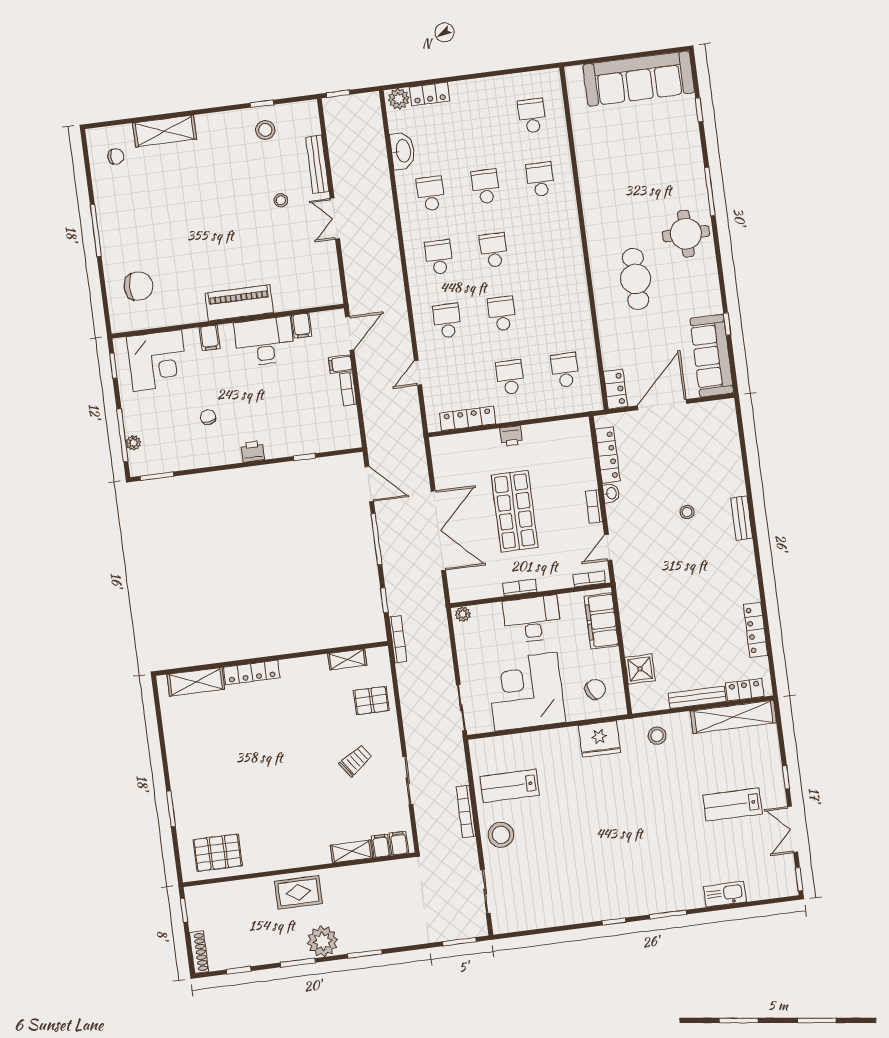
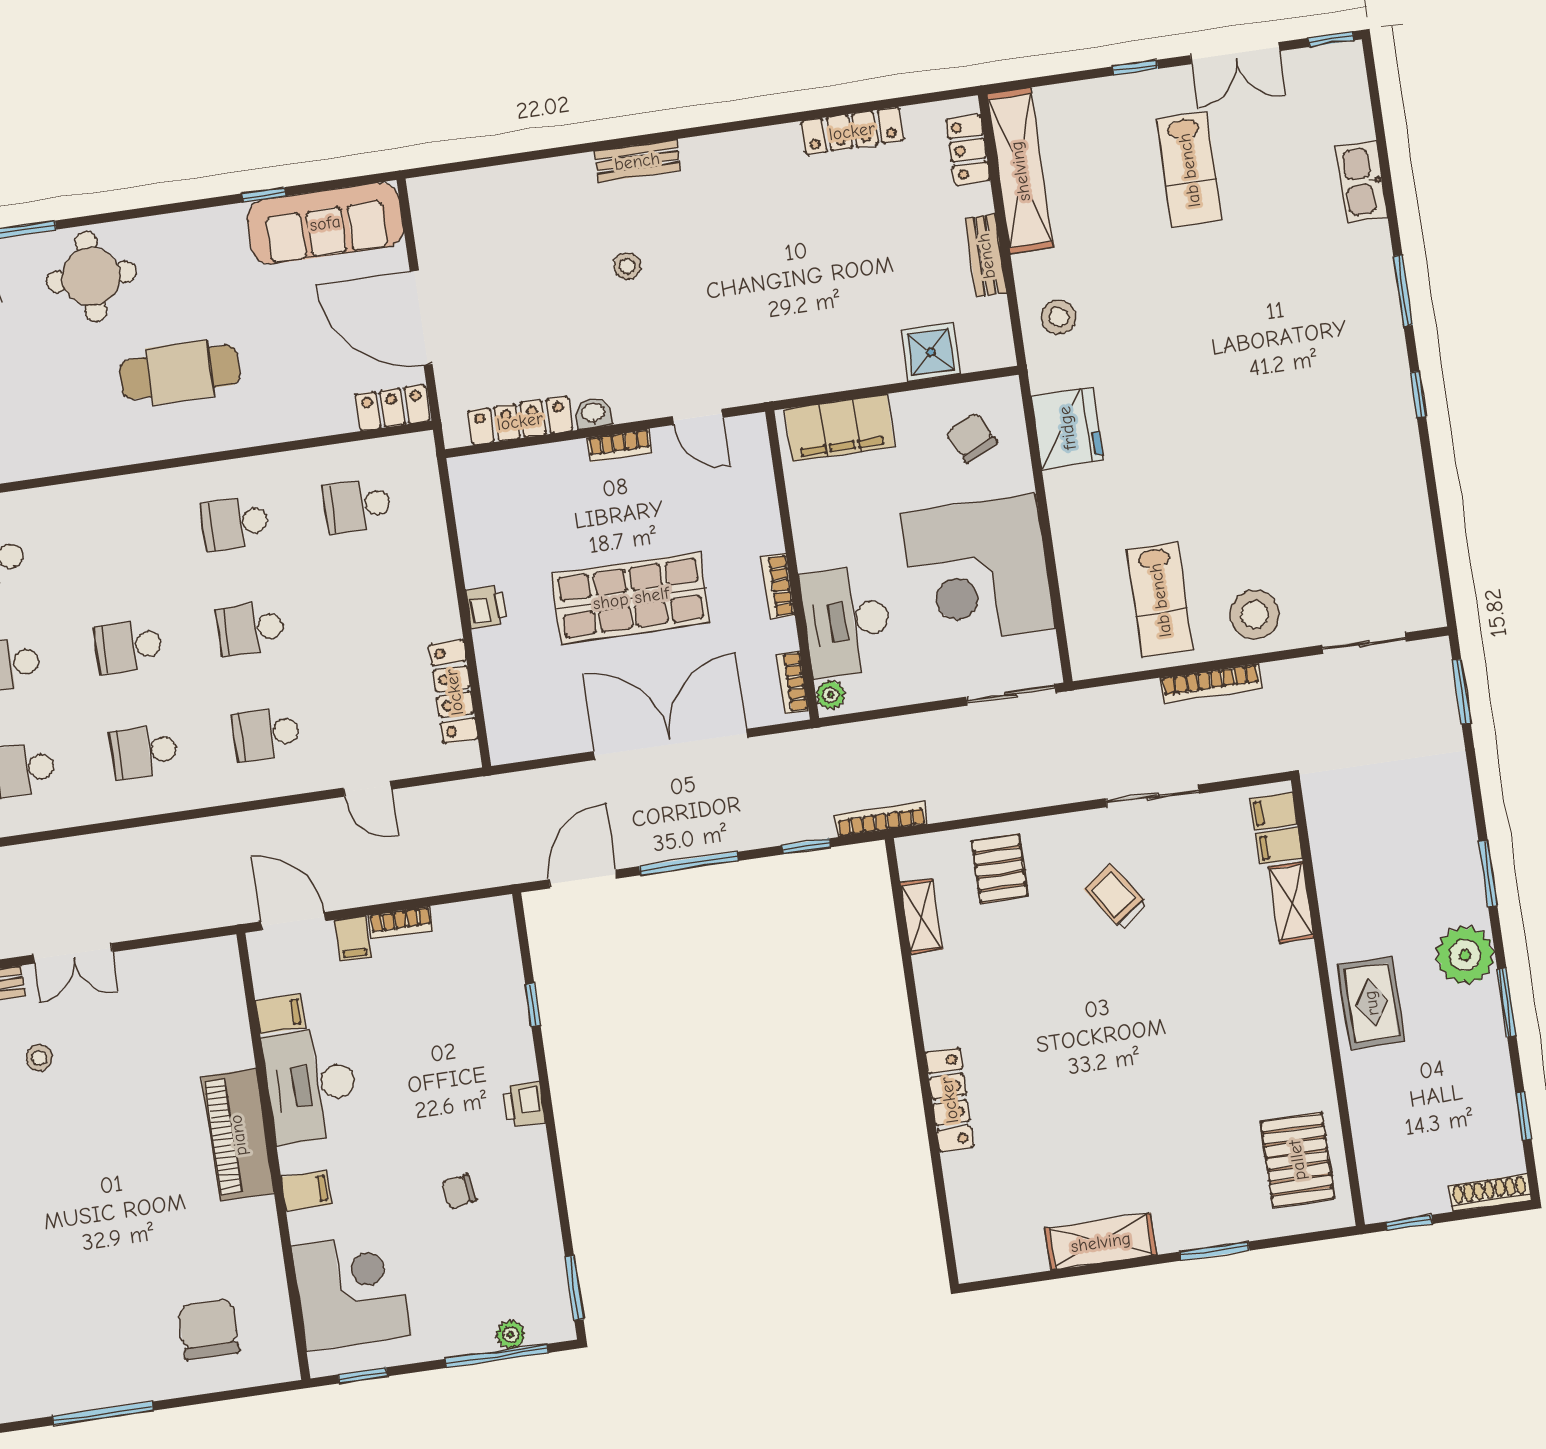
school desk: (510, 377) -> (235, 523), moved
bookcase: (589, 579) -> (793, 682), moved
desk: (532, 619) -> (847, 621), moved
shelving: (196, 682) -> (1101, 1242), moved, turned 90
bench: (697, 697) -> (986, 256), width x0.73

